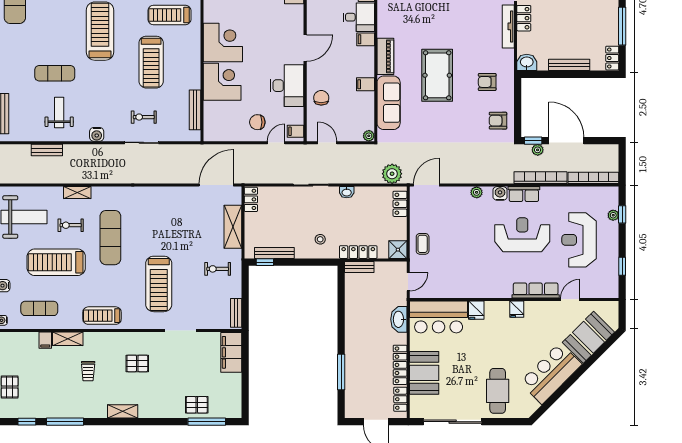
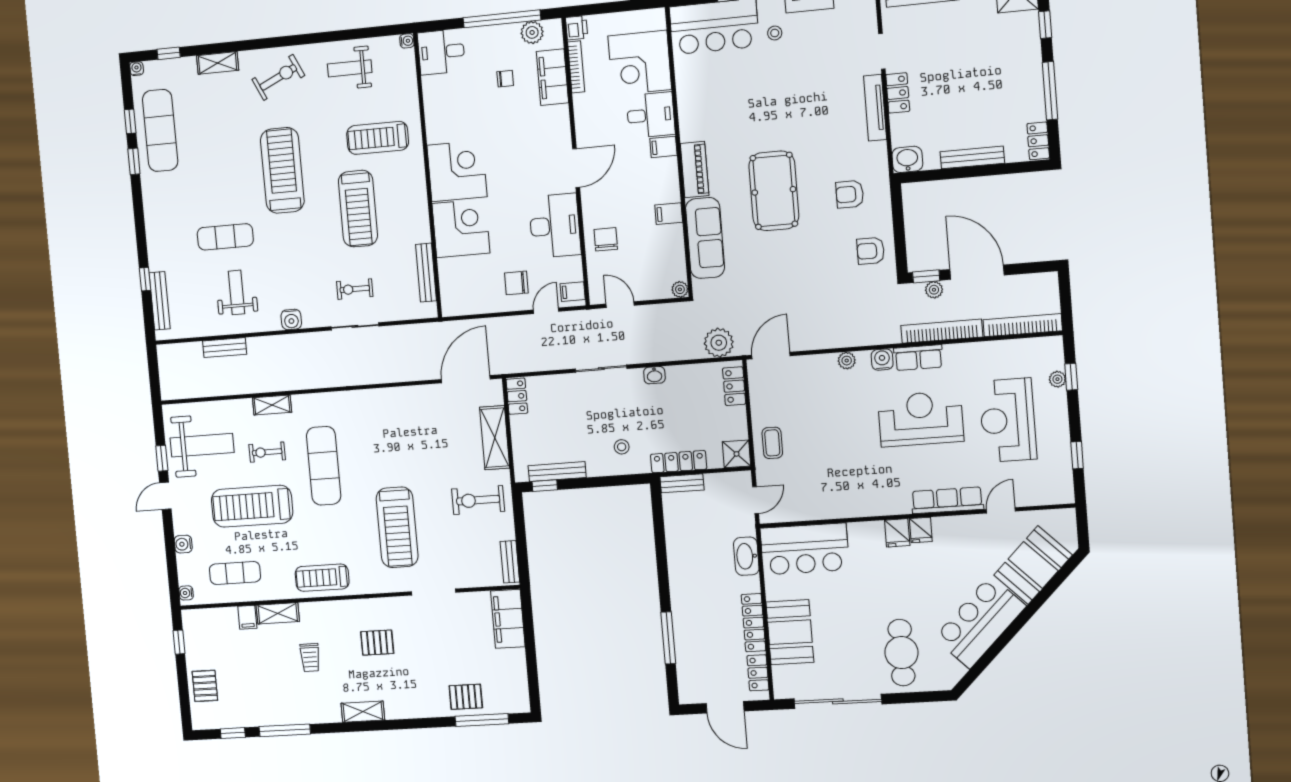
exercise bike: (218, 269) -> (478, 500), width x1.38, depth x1.39
fridge: (476, 310) -> (897, 533), moved

